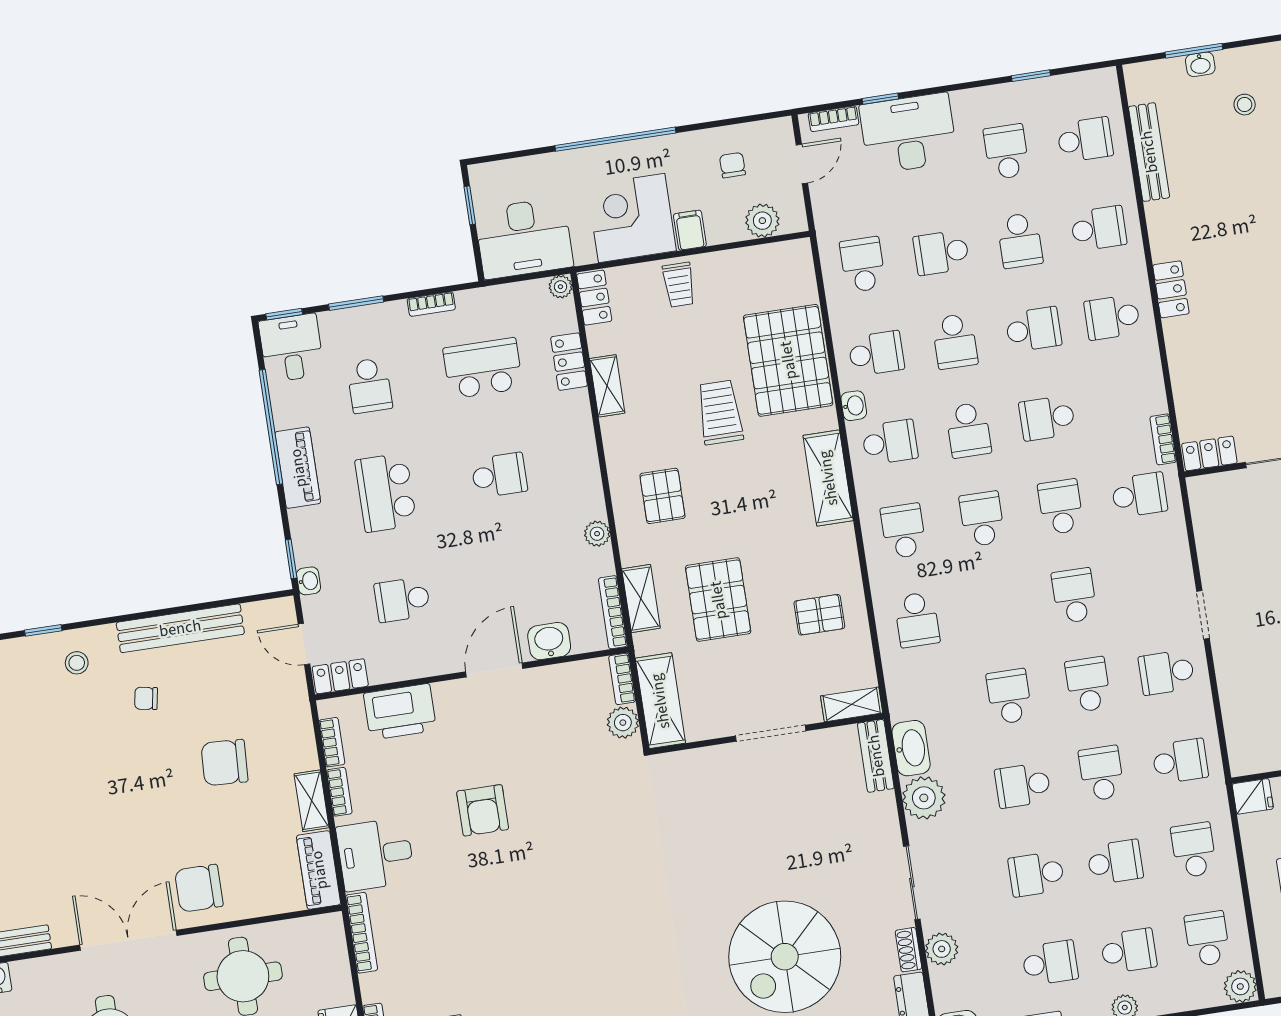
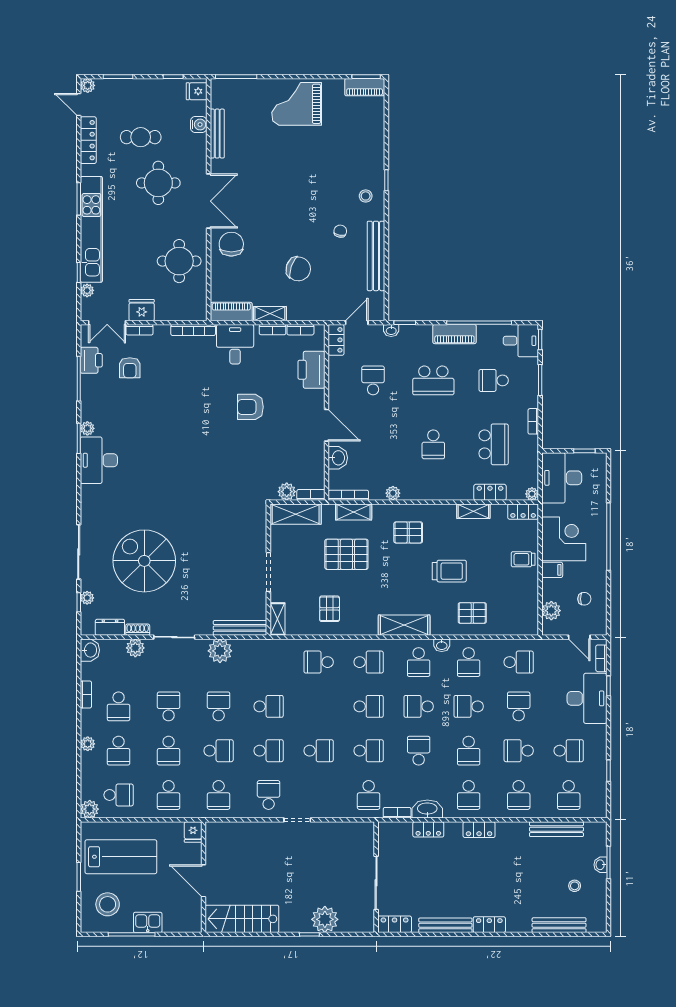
school desk: (1112, 317) -> (469, 795), turned 180
pallet: (788, 360) -> (472, 613), width x0.49, depth x0.50
locker: (1209, 453) -> (428, 829), moved, turned 90
school desk: (386, 493) -> (433, 380), turned 180
washbasin: (911, 748) -> (427, 809), moved, turned 180
bench: (876, 756) -> (240, 628), width x1.36
chair: (224, 763) -> (298, 269), turned 106
school desk: (1194, 850) -> (169, 795), turned 90

